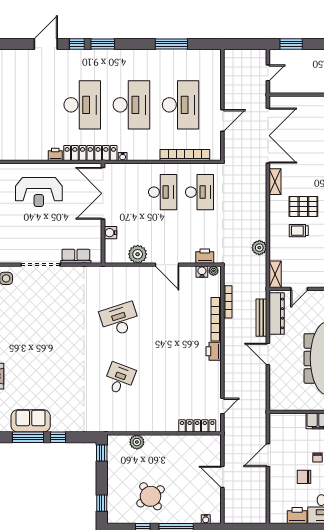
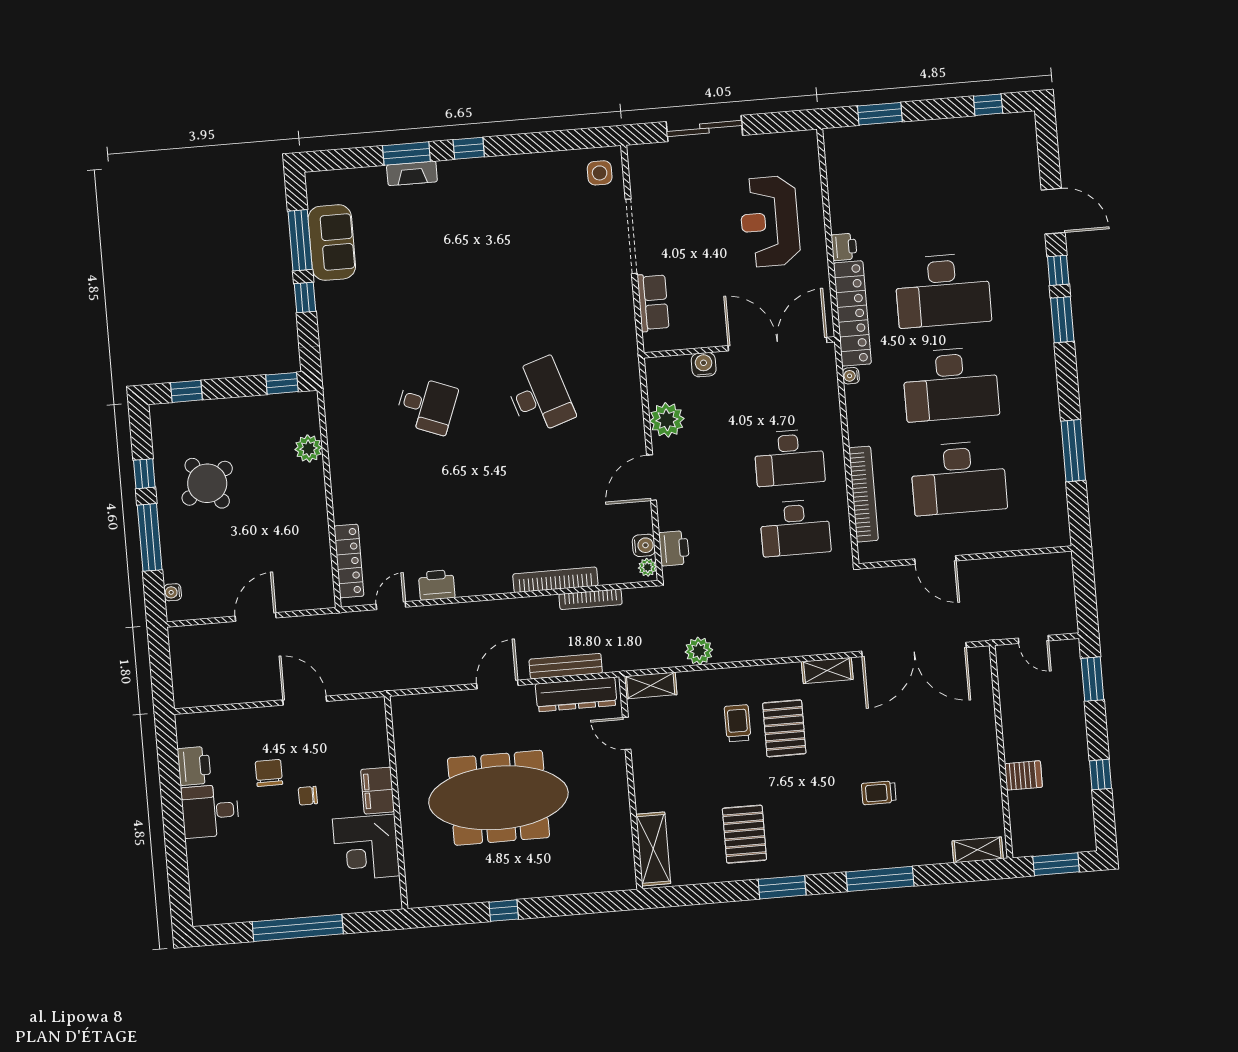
printer: (214, 351) -> (437, 585), moved
door: (222, 406) -> (391, 606), swing flipped

